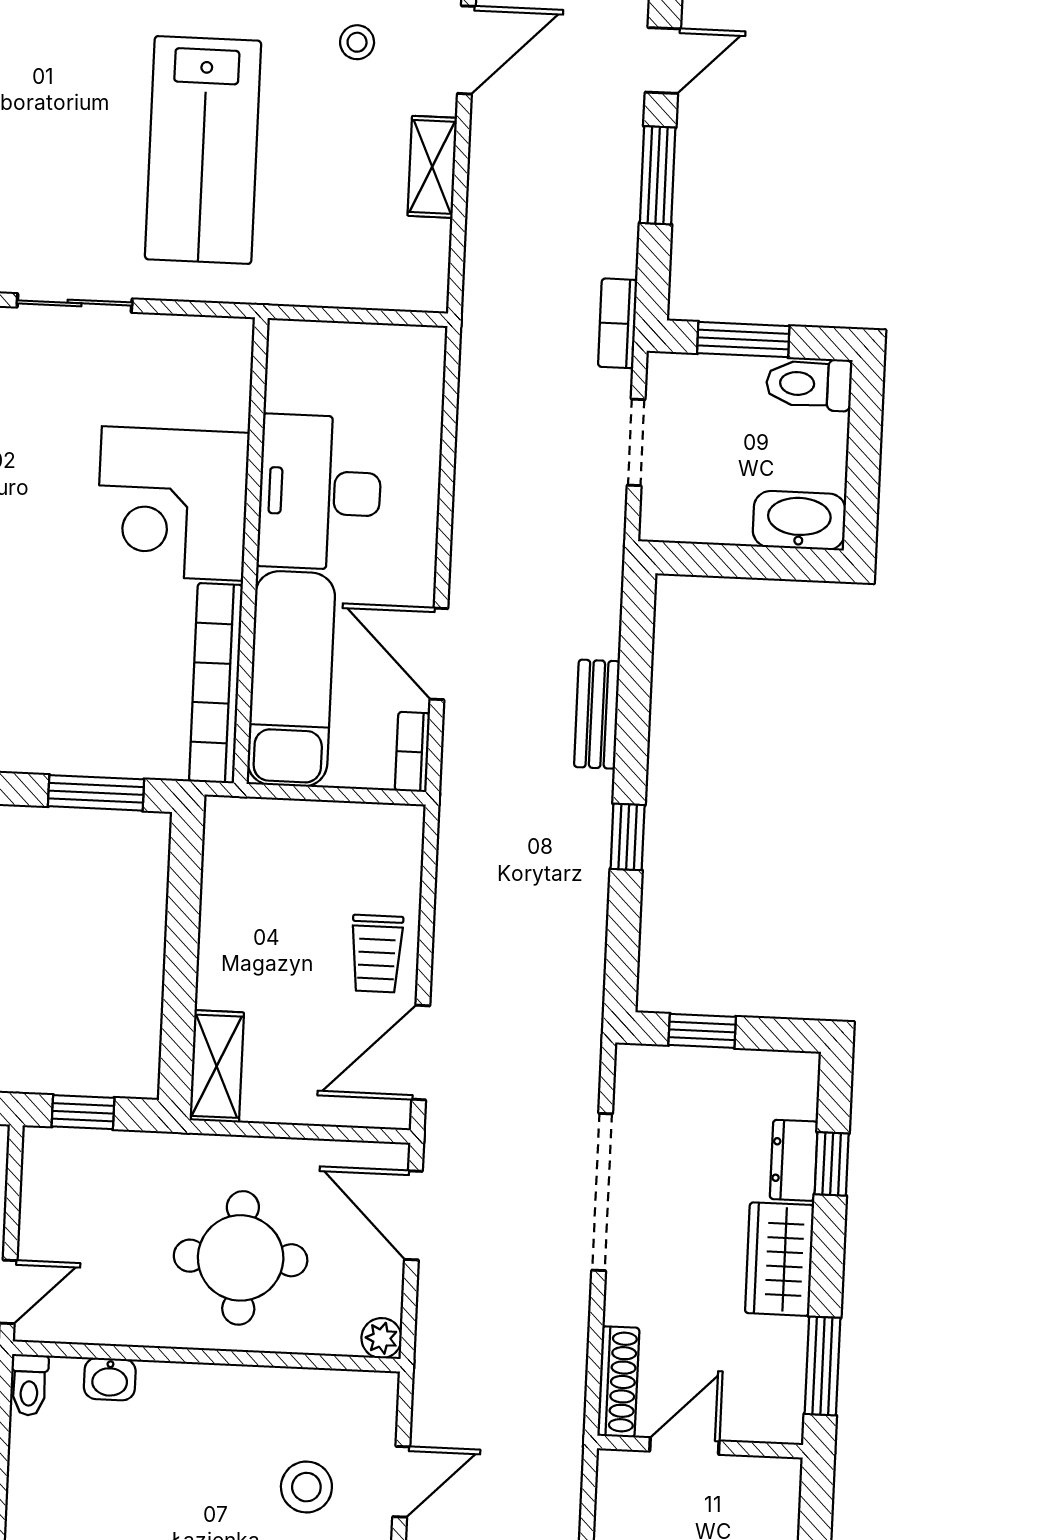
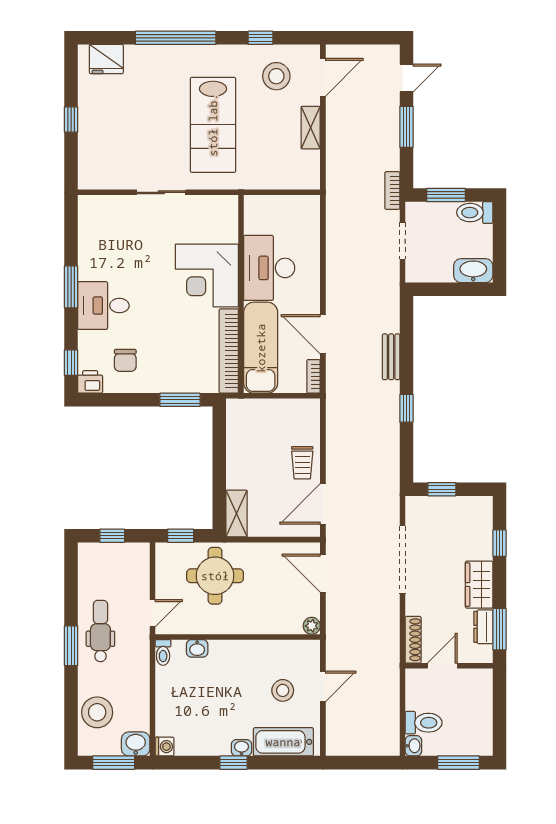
stool: (357, 42) -> (276, 76), width x1.89, depth x1.89
dresser: (794, 1160) -> (483, 627), moved
round table: (241, 1258) -> (215, 576), moved

